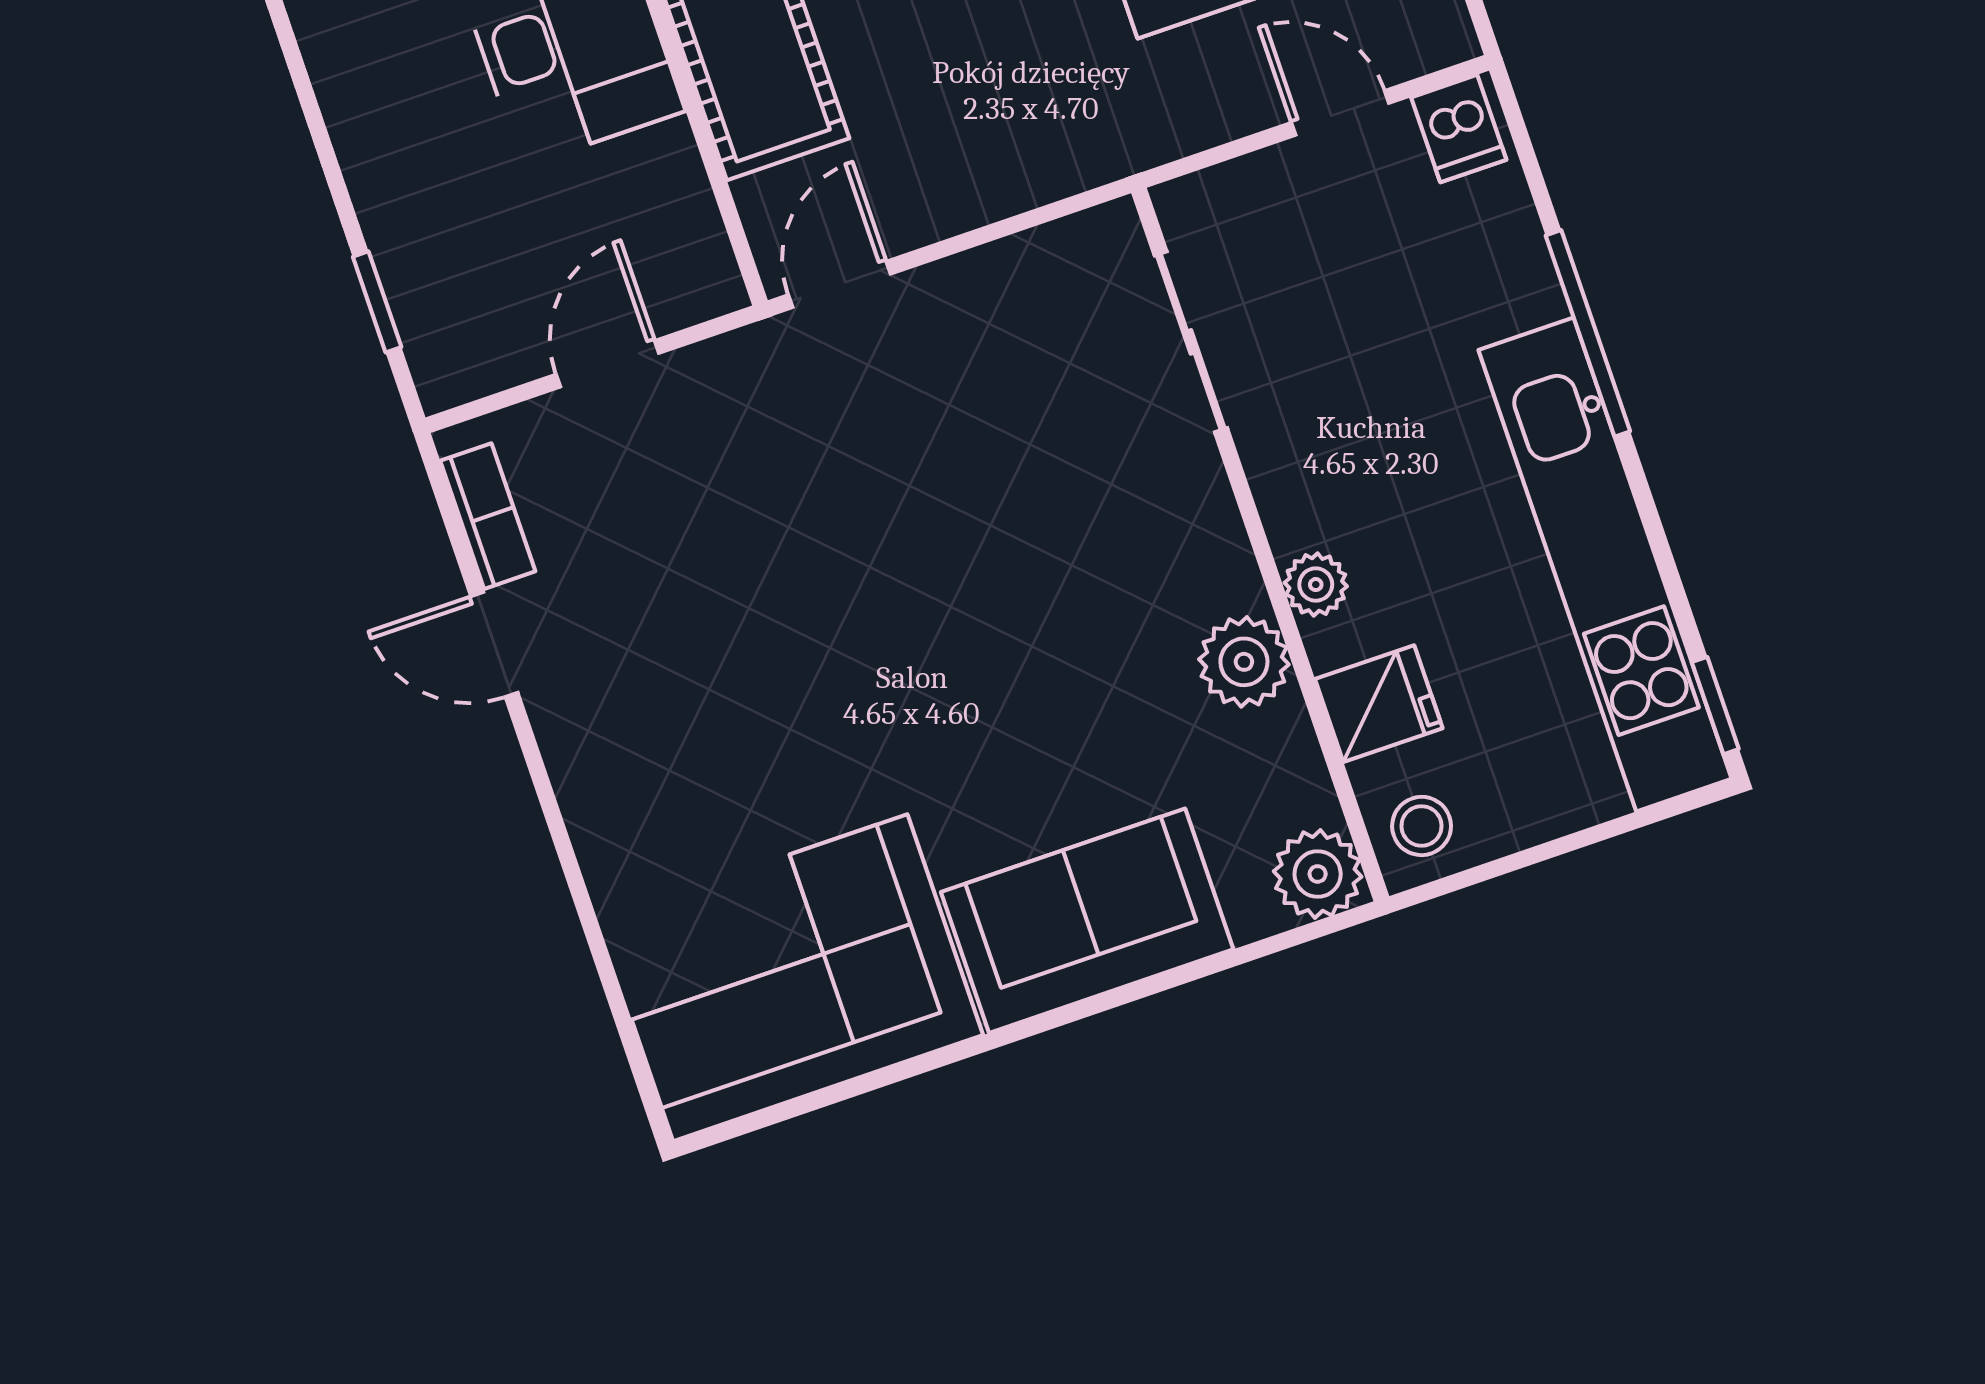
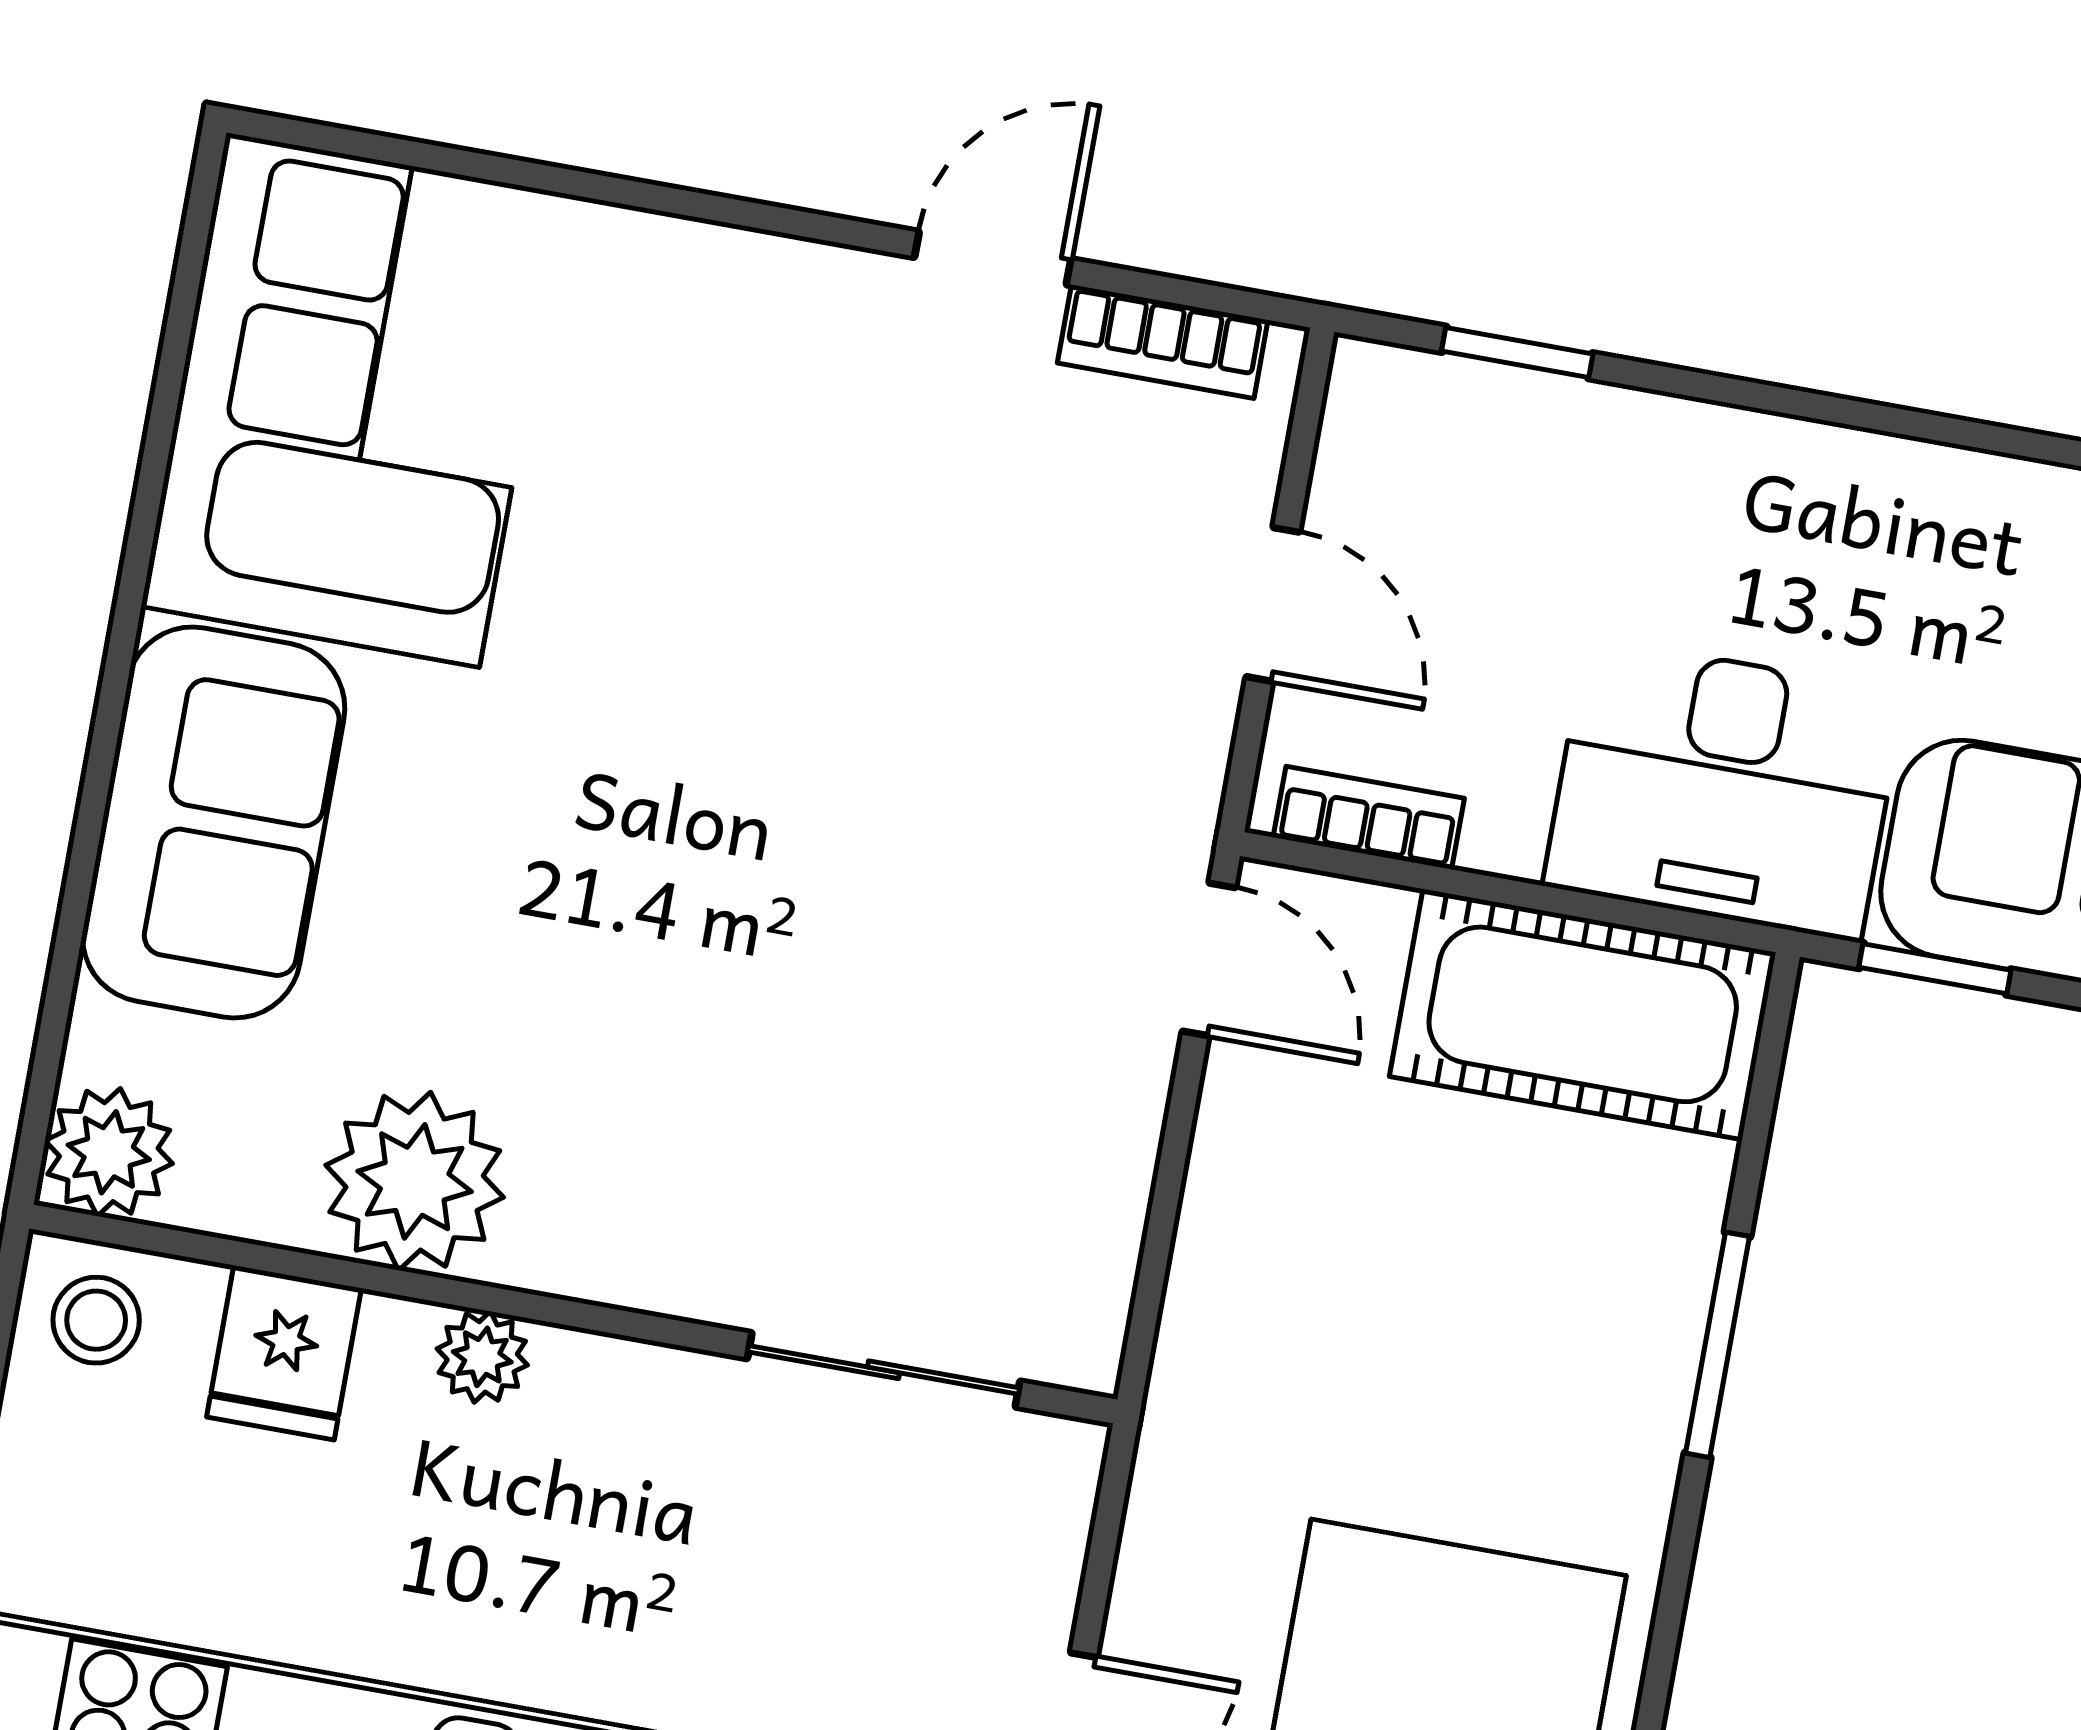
bookcase: (703, 236) -> (1369, 818), added
plant: (1244, 662) -> (415, 1181), width x1.36, depth x1.36

